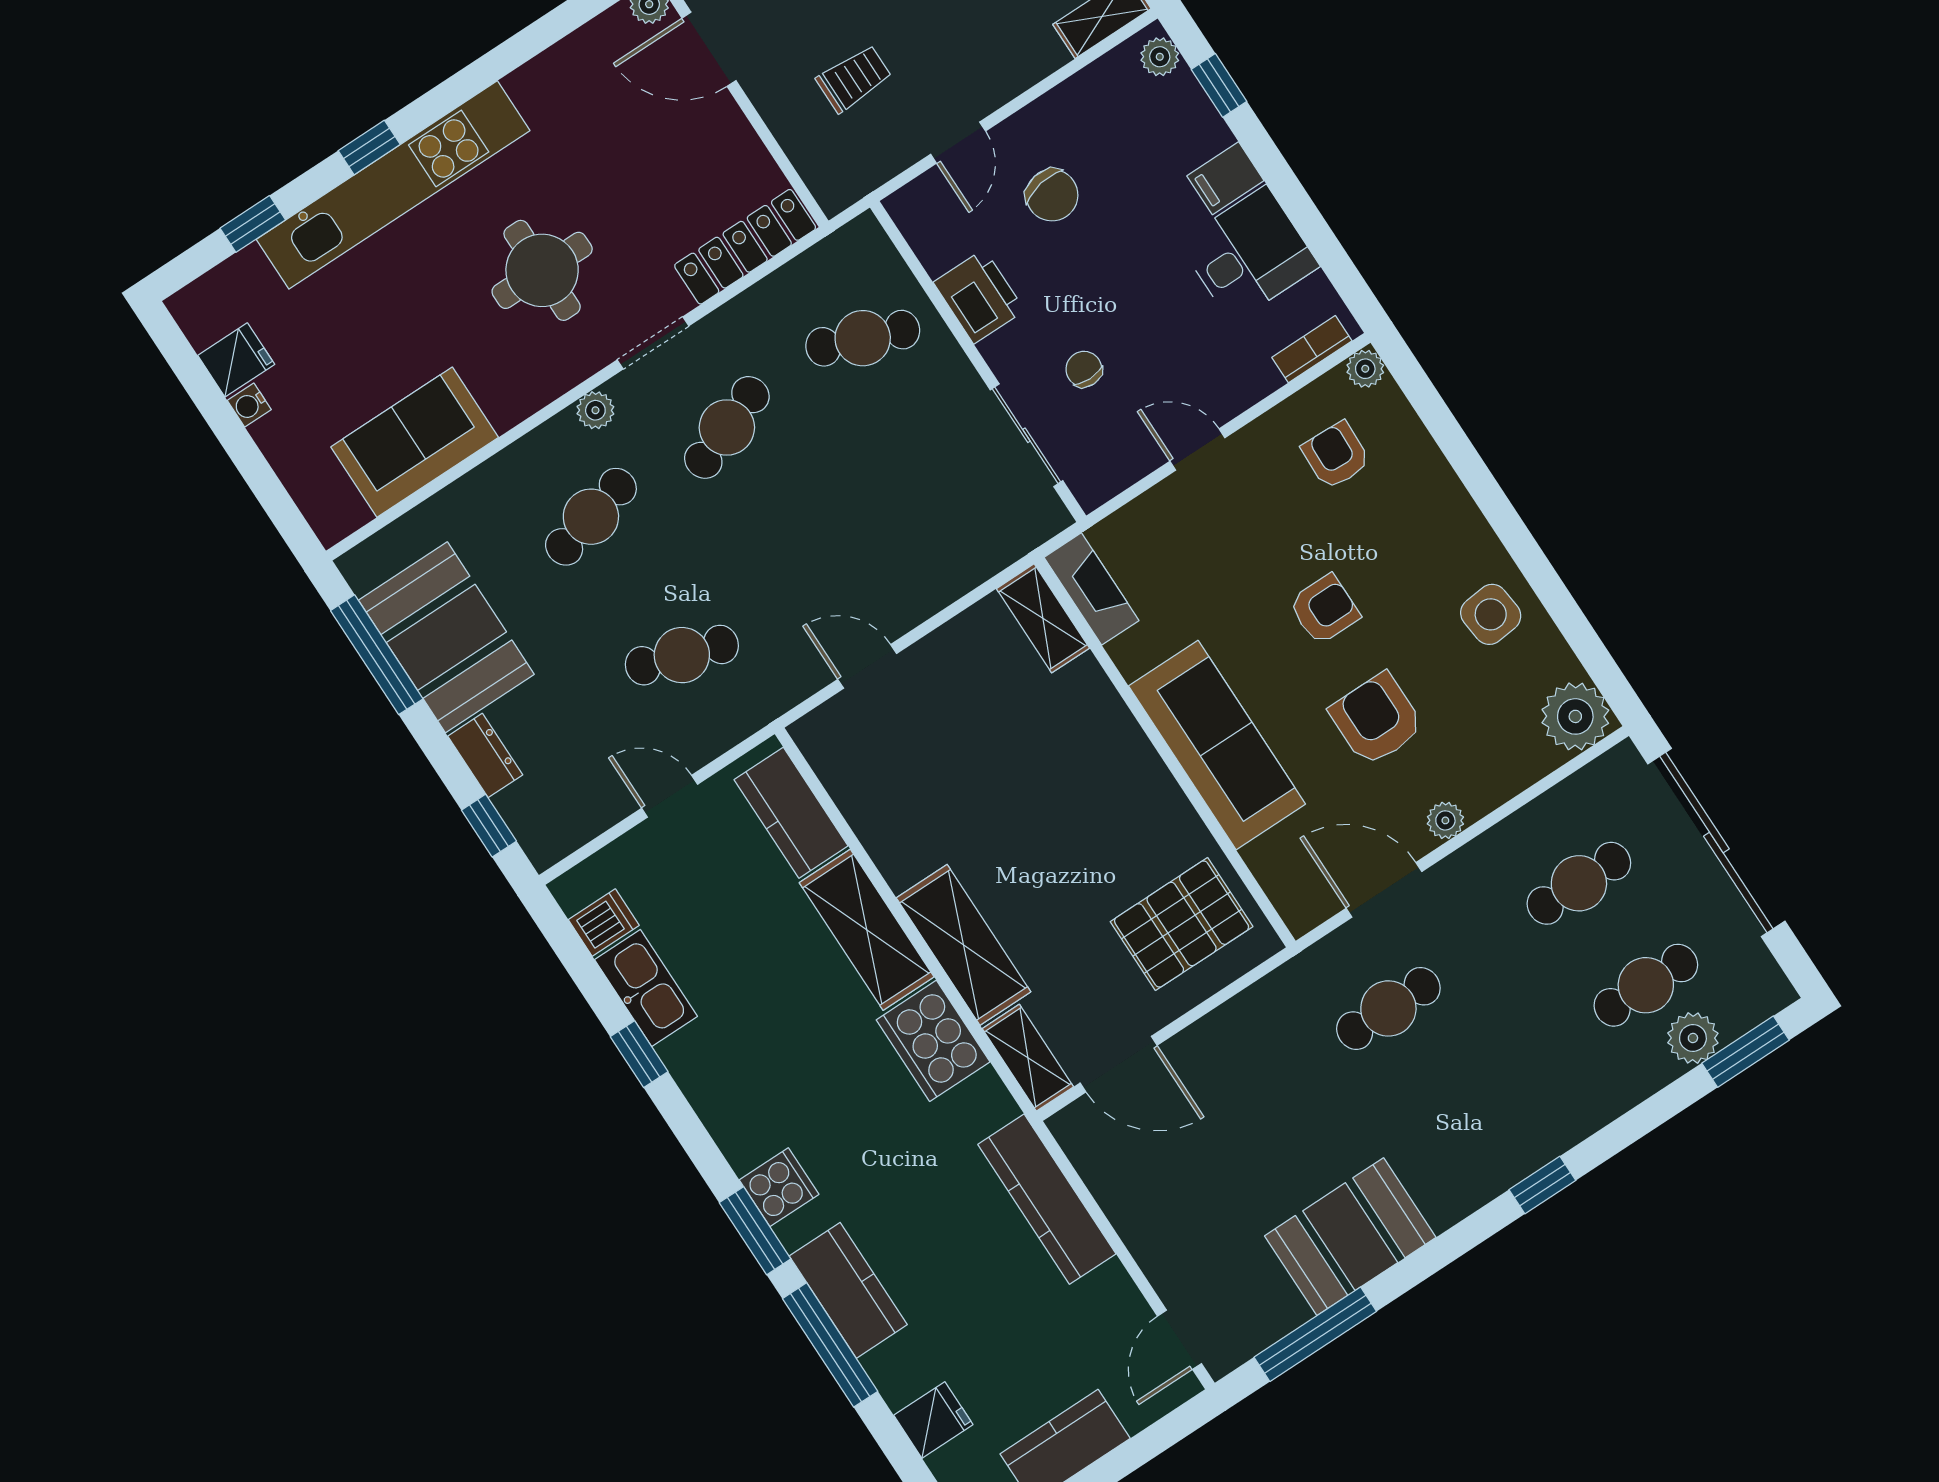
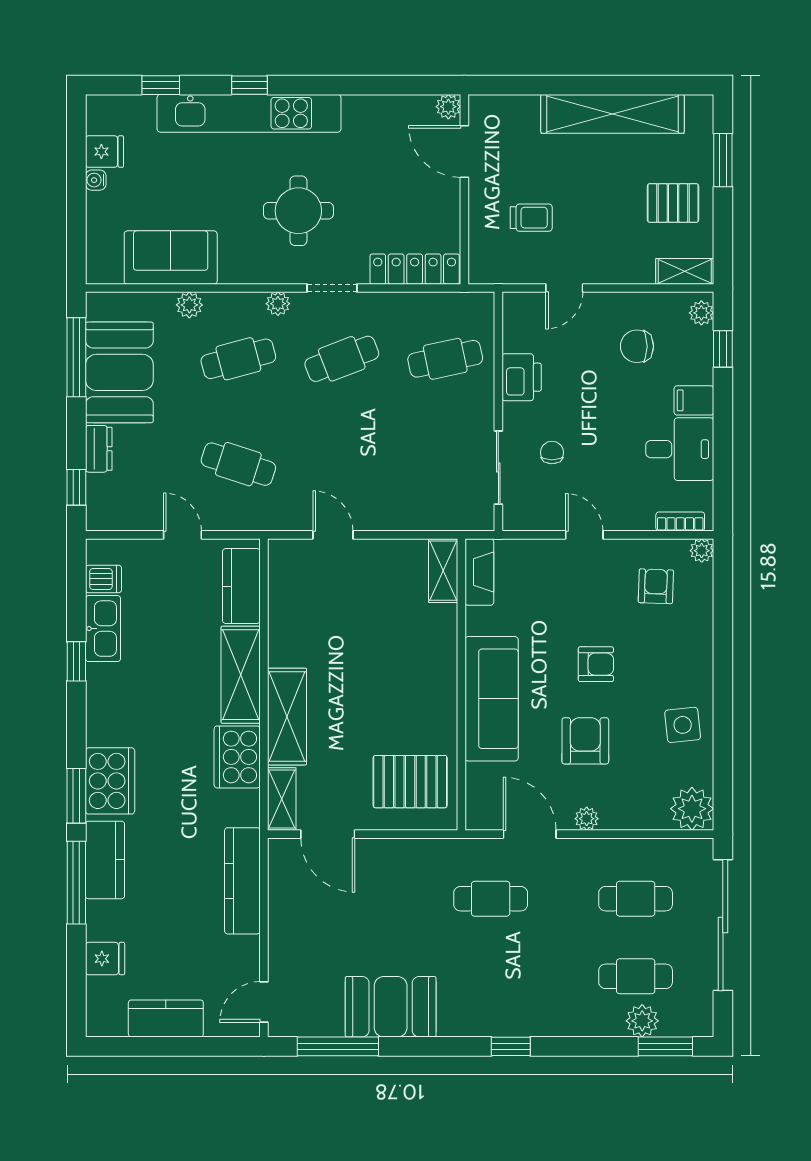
chair: (1052, 195) -> (637, 346), moved, turned 100
cafe table: (863, 338) -> (445, 359), turned -33
plant: (480, 488) -> (189, 305), added
cooker: (779, 1187) -> (110, 781), width x1.87, depth x1.31

